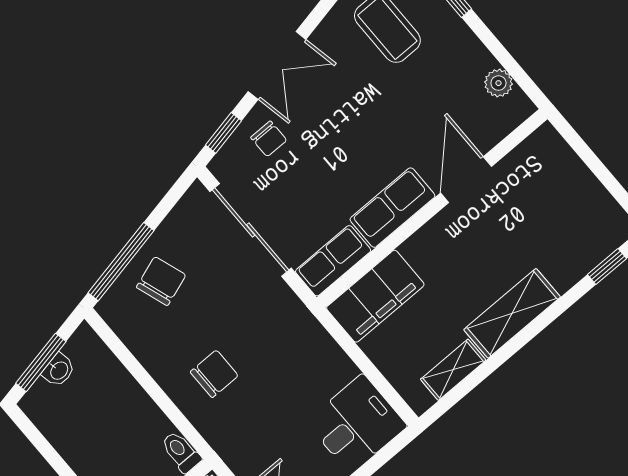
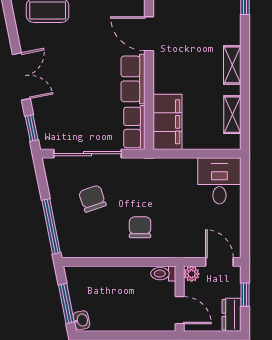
chair: (269, 139) -> (52, 109), removed
chair: (161, 281) -> (92, 199), moved
shelving: (512, 313) -> (232, 65), width x0.67, depth x0.75
washbasin: (59, 370) -> (81, 320), moved

